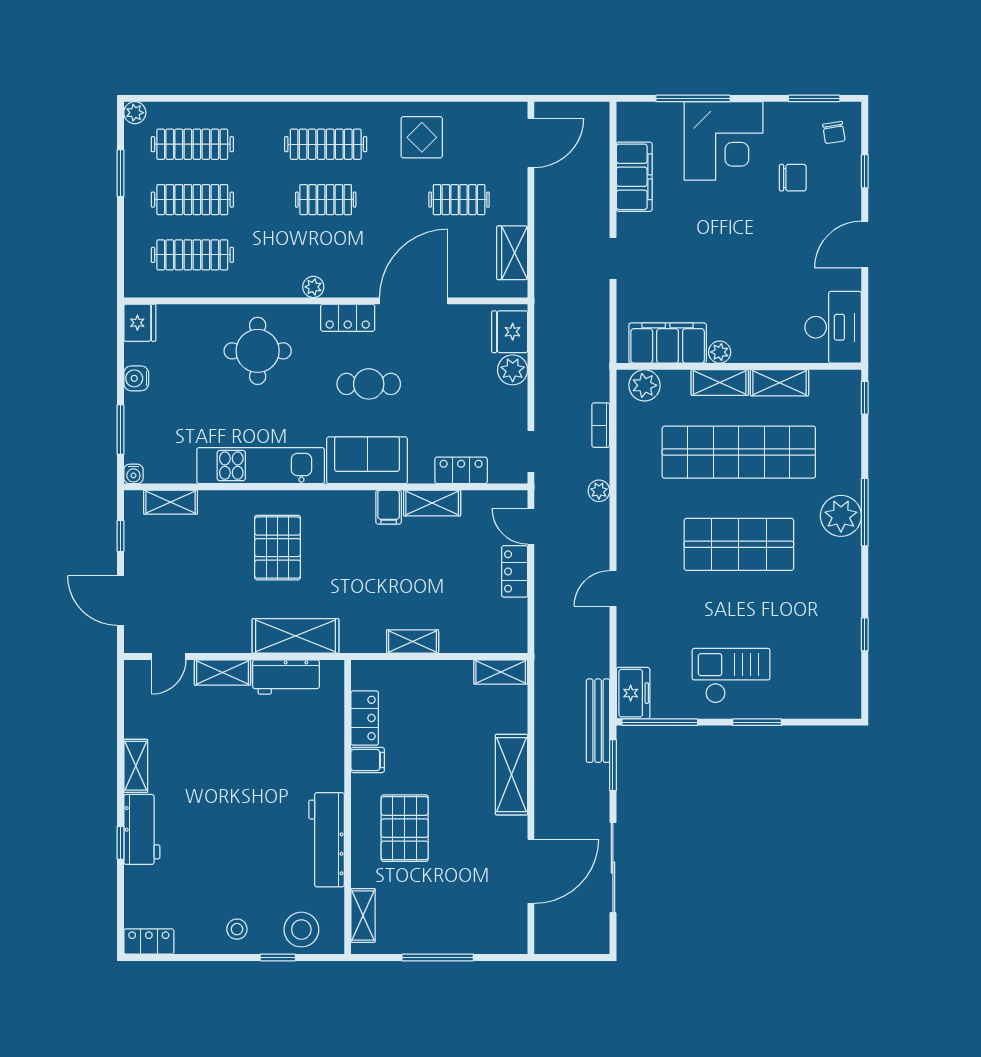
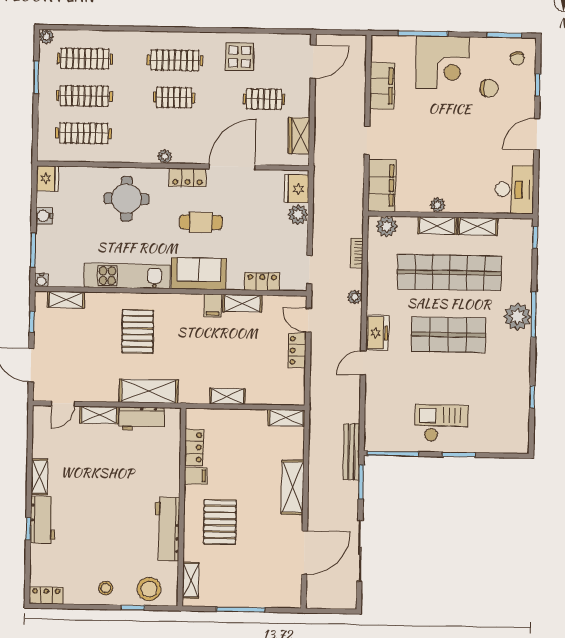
filing cabinet: (668, 343) -> (382, 185), moved, turned 90
freezer: (633, 693) -> (377, 333), moved

